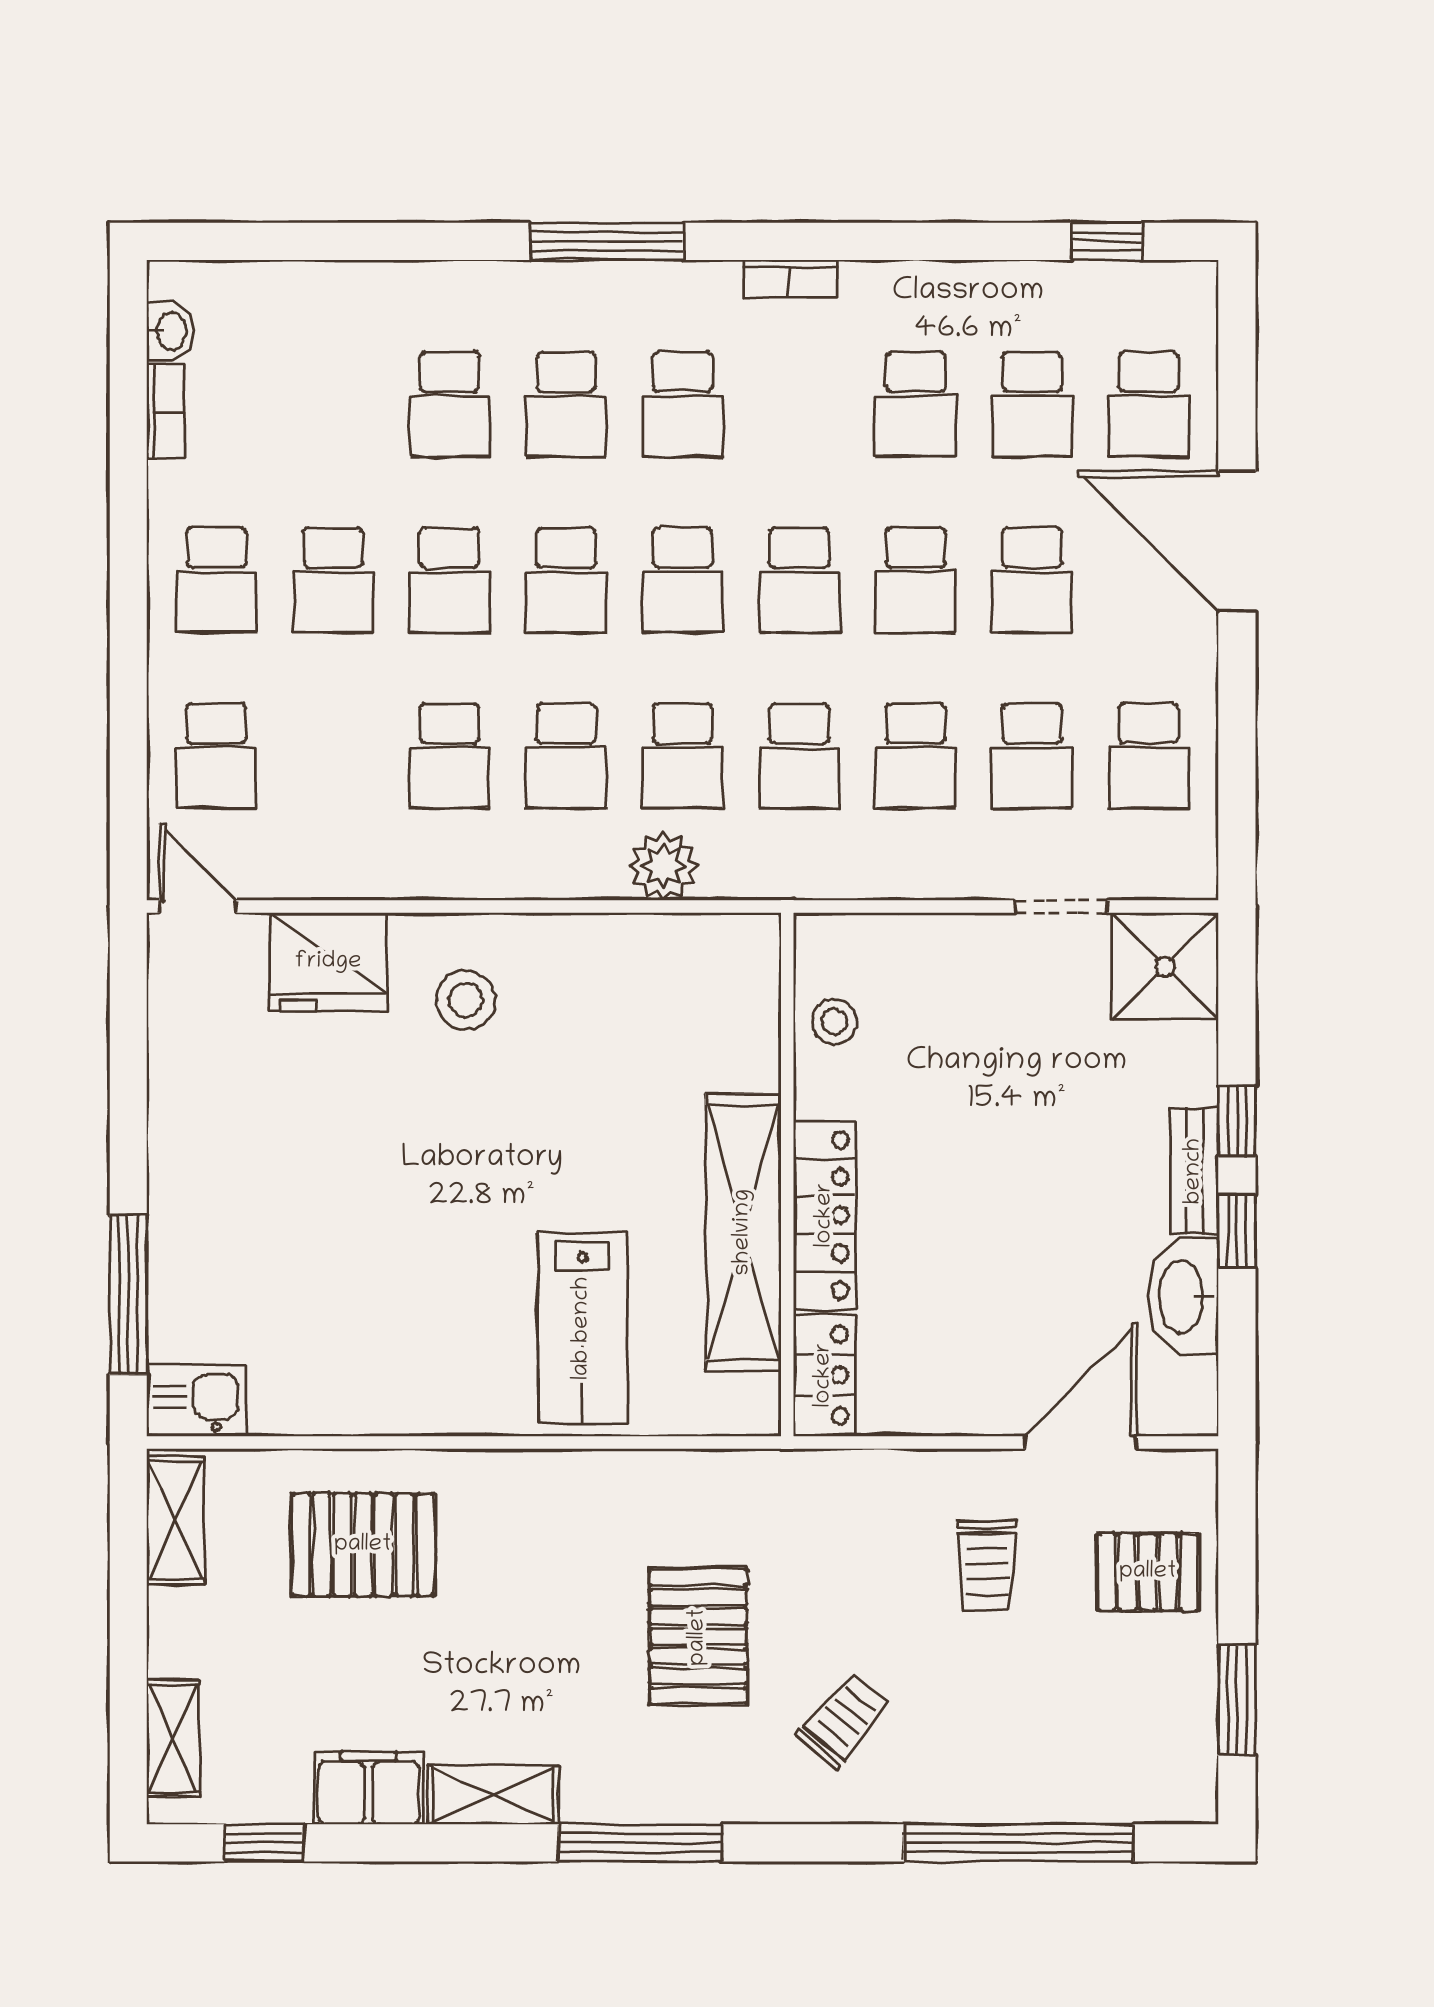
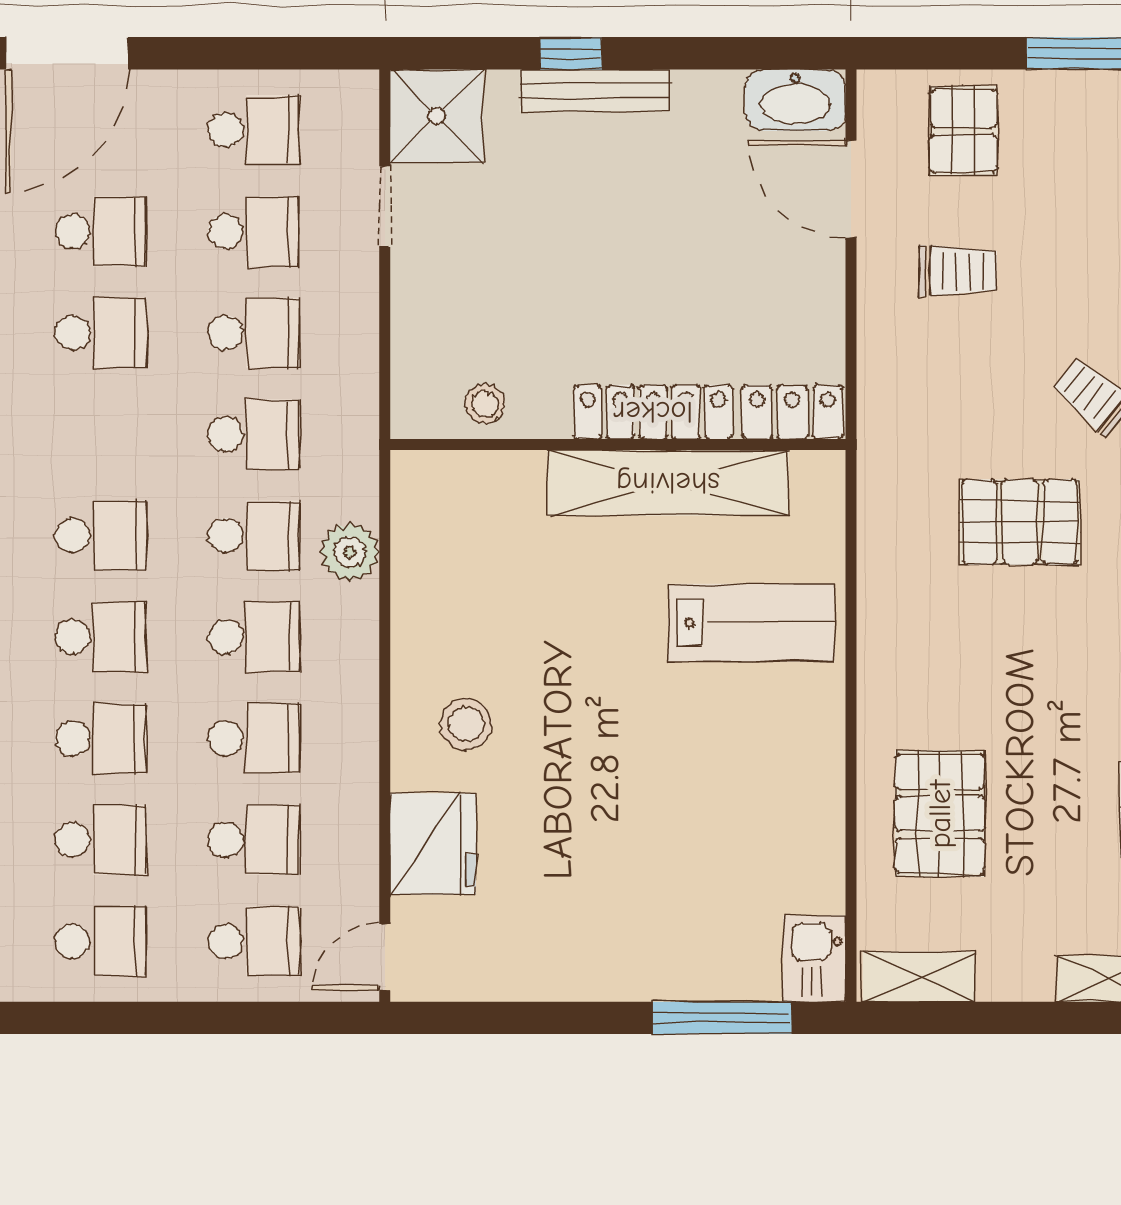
school desk: (799, 580) -> (254, 840), moved
bench: (1194, 1171) -> (595, 90), width x1.36
window: (1237, 1231) -> (667, 53), removed
washbasin: (1183, 1297) -> (795, 100), moved

